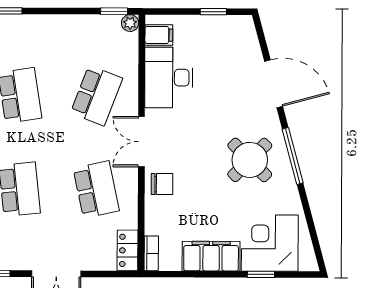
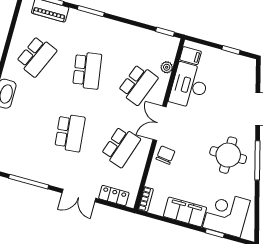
plant: (130, 23) -> (167, 67), moved
round table: (250, 160) -> (228, 155), turned 45
chair: (162, 184) -> (166, 155), turned -83
school desk: (96, 189) -> (121, 147), turned 30
locker: (128, 250) -> (114, 196), moved, turned 90

